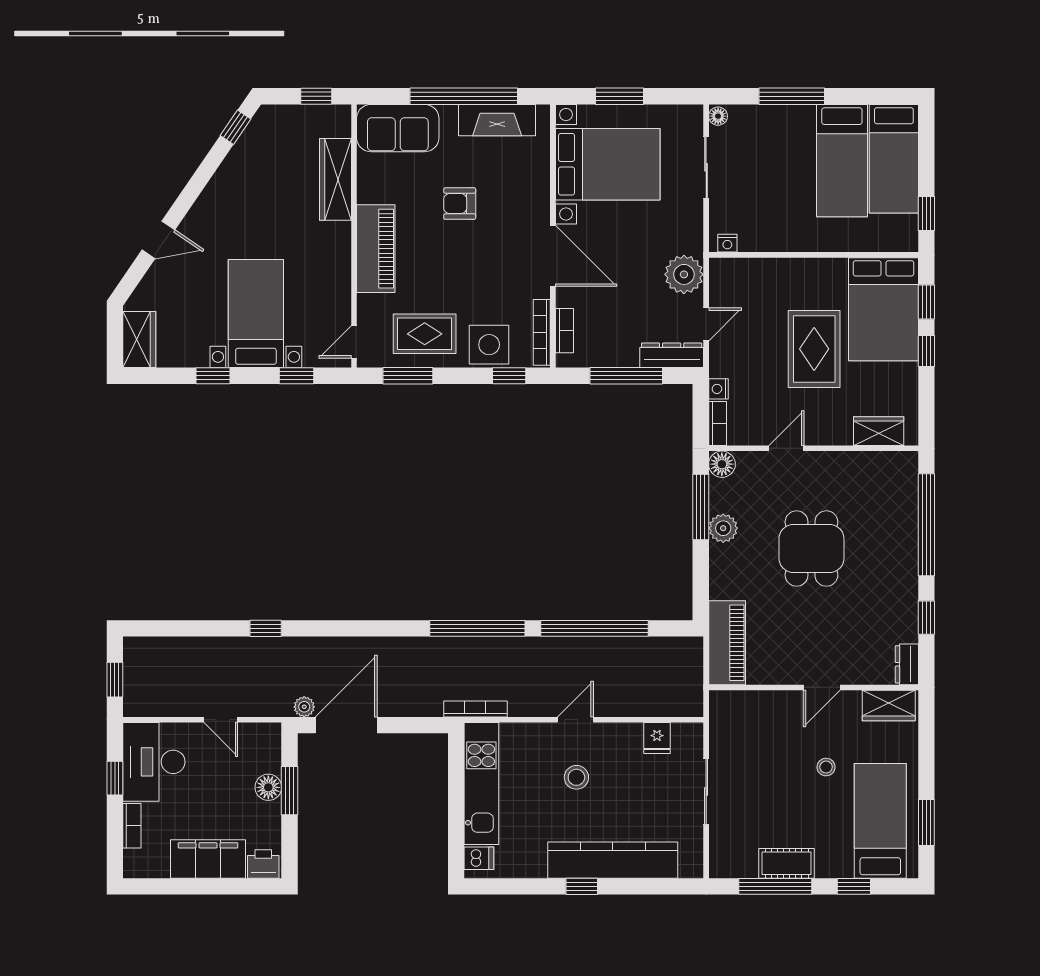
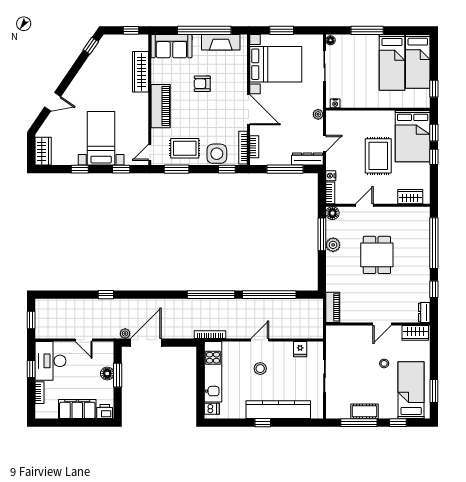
plant: (684, 274) -> (318, 114), width x0.53, depth x0.53
piano: (727, 643) -> (333, 307), width x0.73, depth x0.75

